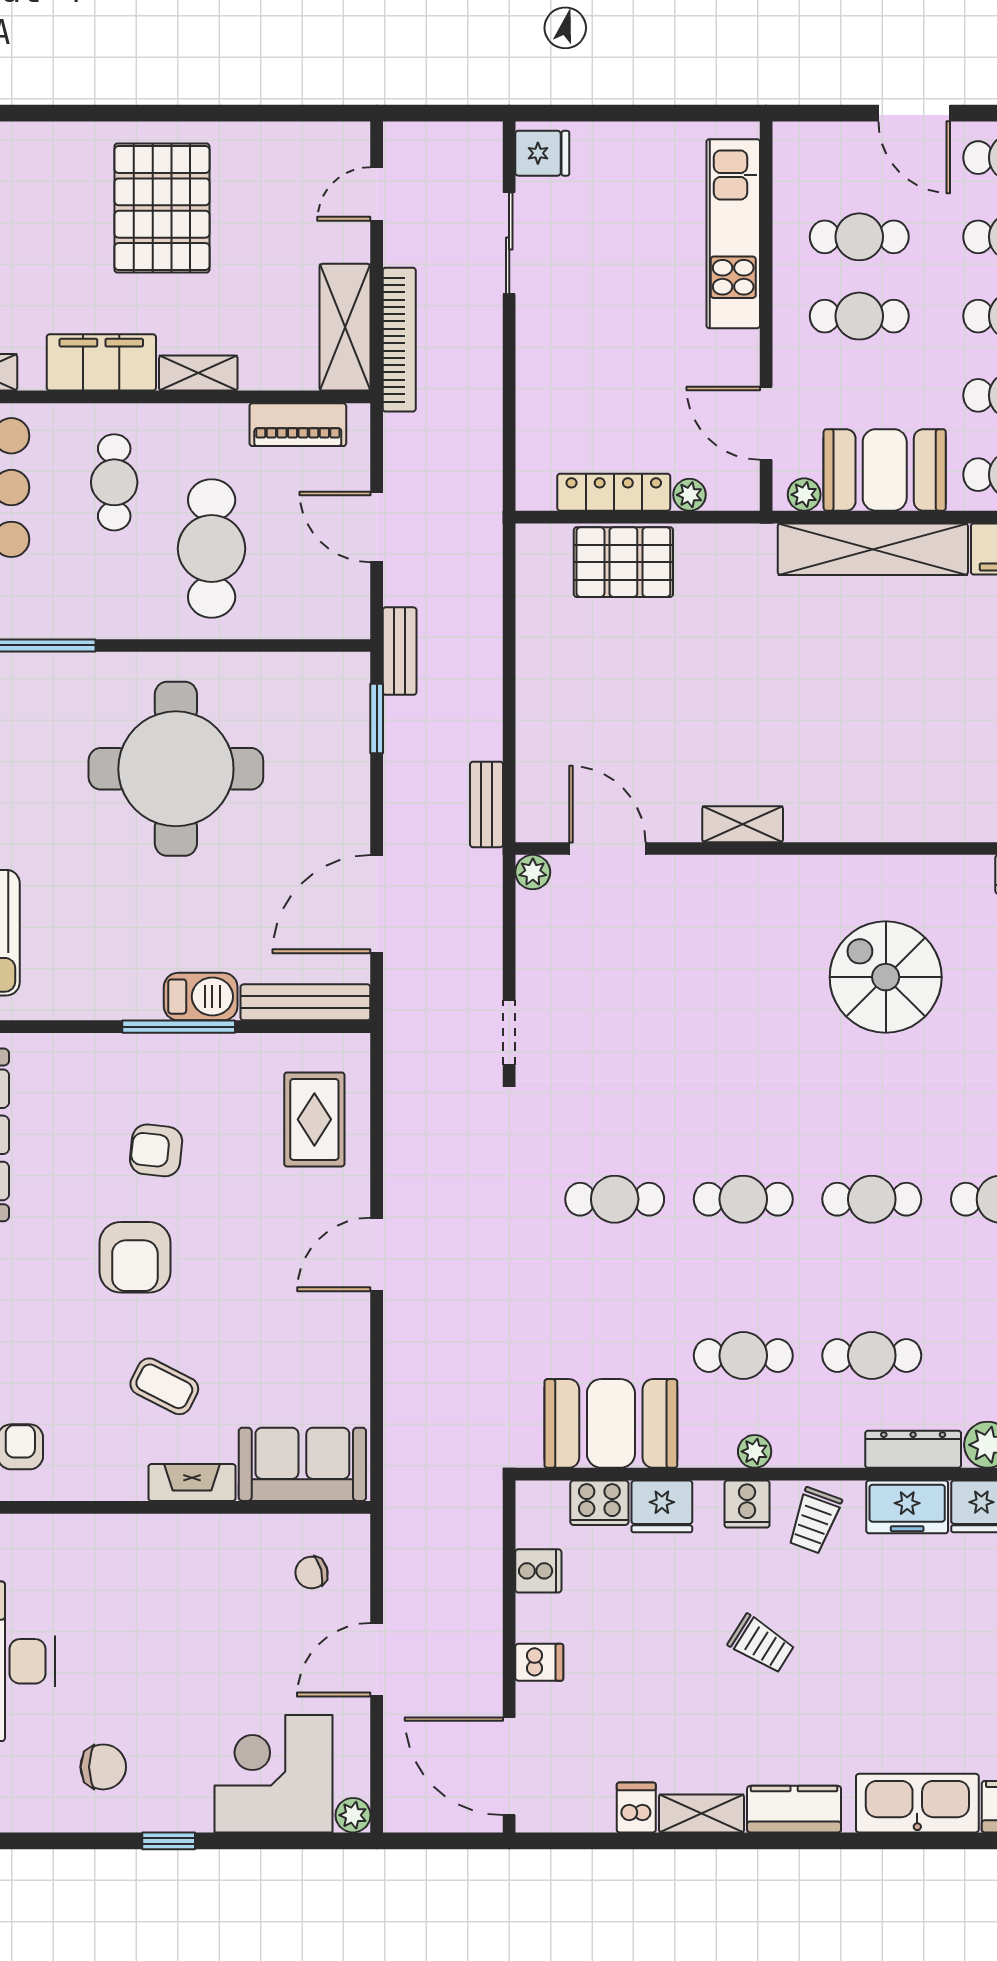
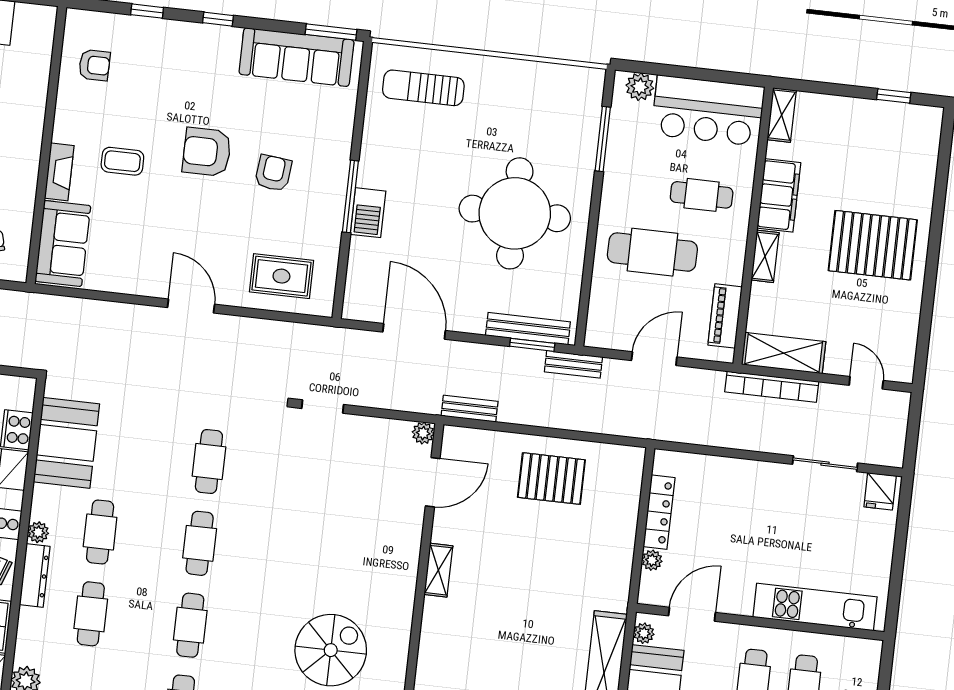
pallet: (623, 562) -> (551, 479), moved, turned 90
bench: (305, 1002) -> (528, 329), moved, turned 90
coffee table: (164, 1386) -> (122, 161), turned 63
dresser: (913, 1449) -> (35, 575), moved

